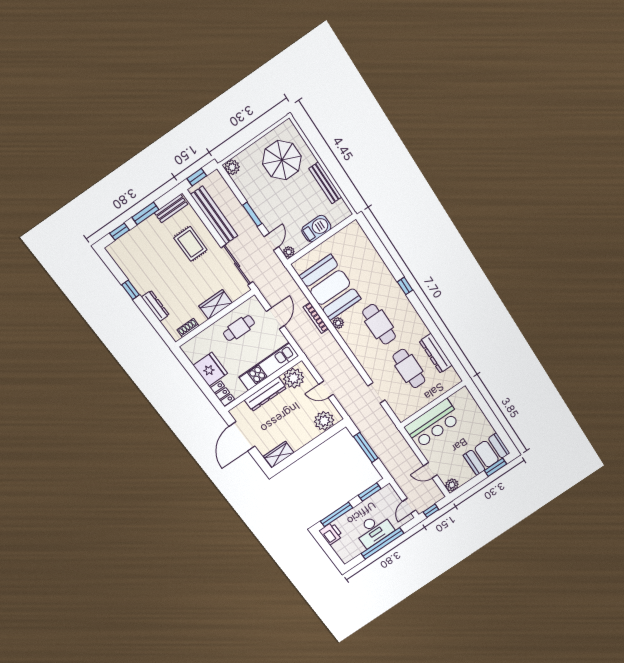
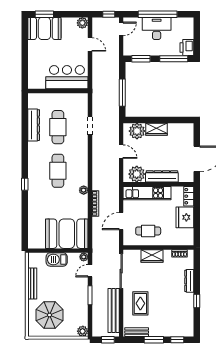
booth: (330, 288) -> (67, 234), moved, turned 90
wardrobe: (279, 454) -> (156, 129), moved

